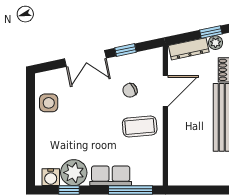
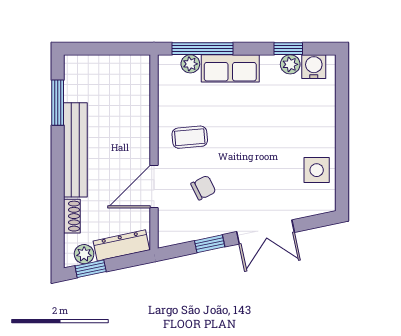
double door: (85, 58) -> (265, 232), swing flipped
coffee table: (140, 126) -> (190, 137), width x0.73, depth x0.77
plant: (74, 173) -> (290, 64), width x0.53, depth x0.53
plant: (139, 179) -> (190, 64), added

